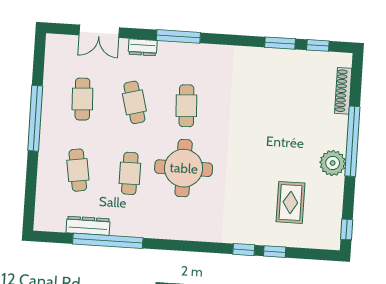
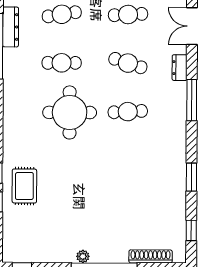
window: (280, 43) -> (191, 177), moved
cafe table: (134, 102) -> (128, 63), turned 33
plant: (333, 163) -> (83, 256), width x0.53, depth x0.53
rug: (290, 202) -> (24, 186), moved, turned 90

